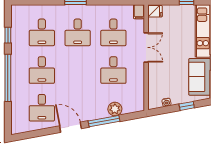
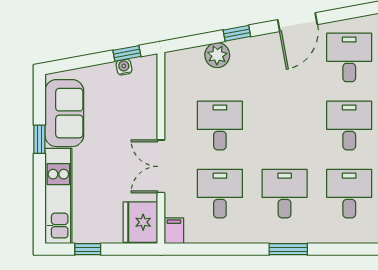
fridge: (155, 11) -> (140, 222), width x1.88, depth x1.34
window: (187, 106) -> (127, 53), moved
window: (104, 121) -> (237, 33), width x0.46
door: (70, 127) -> (298, 22), hinge flipped

